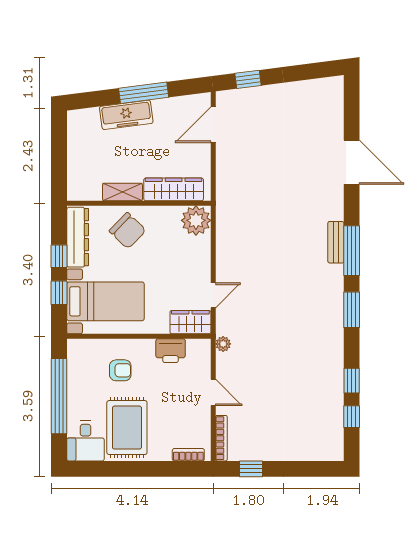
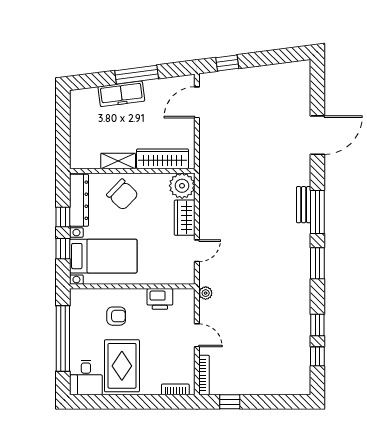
door: (352, 162) -> (317, 135), hinge flipped
wardrobe: (190, 322) -> (185, 218), moved, turned -90

